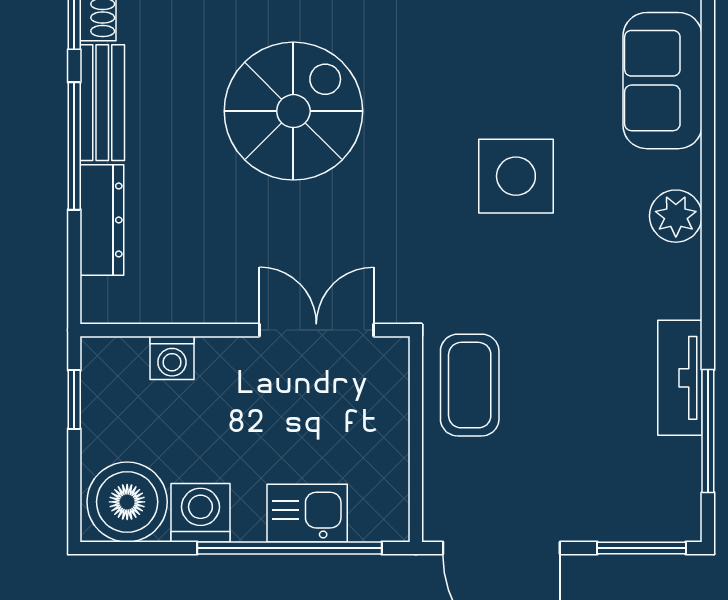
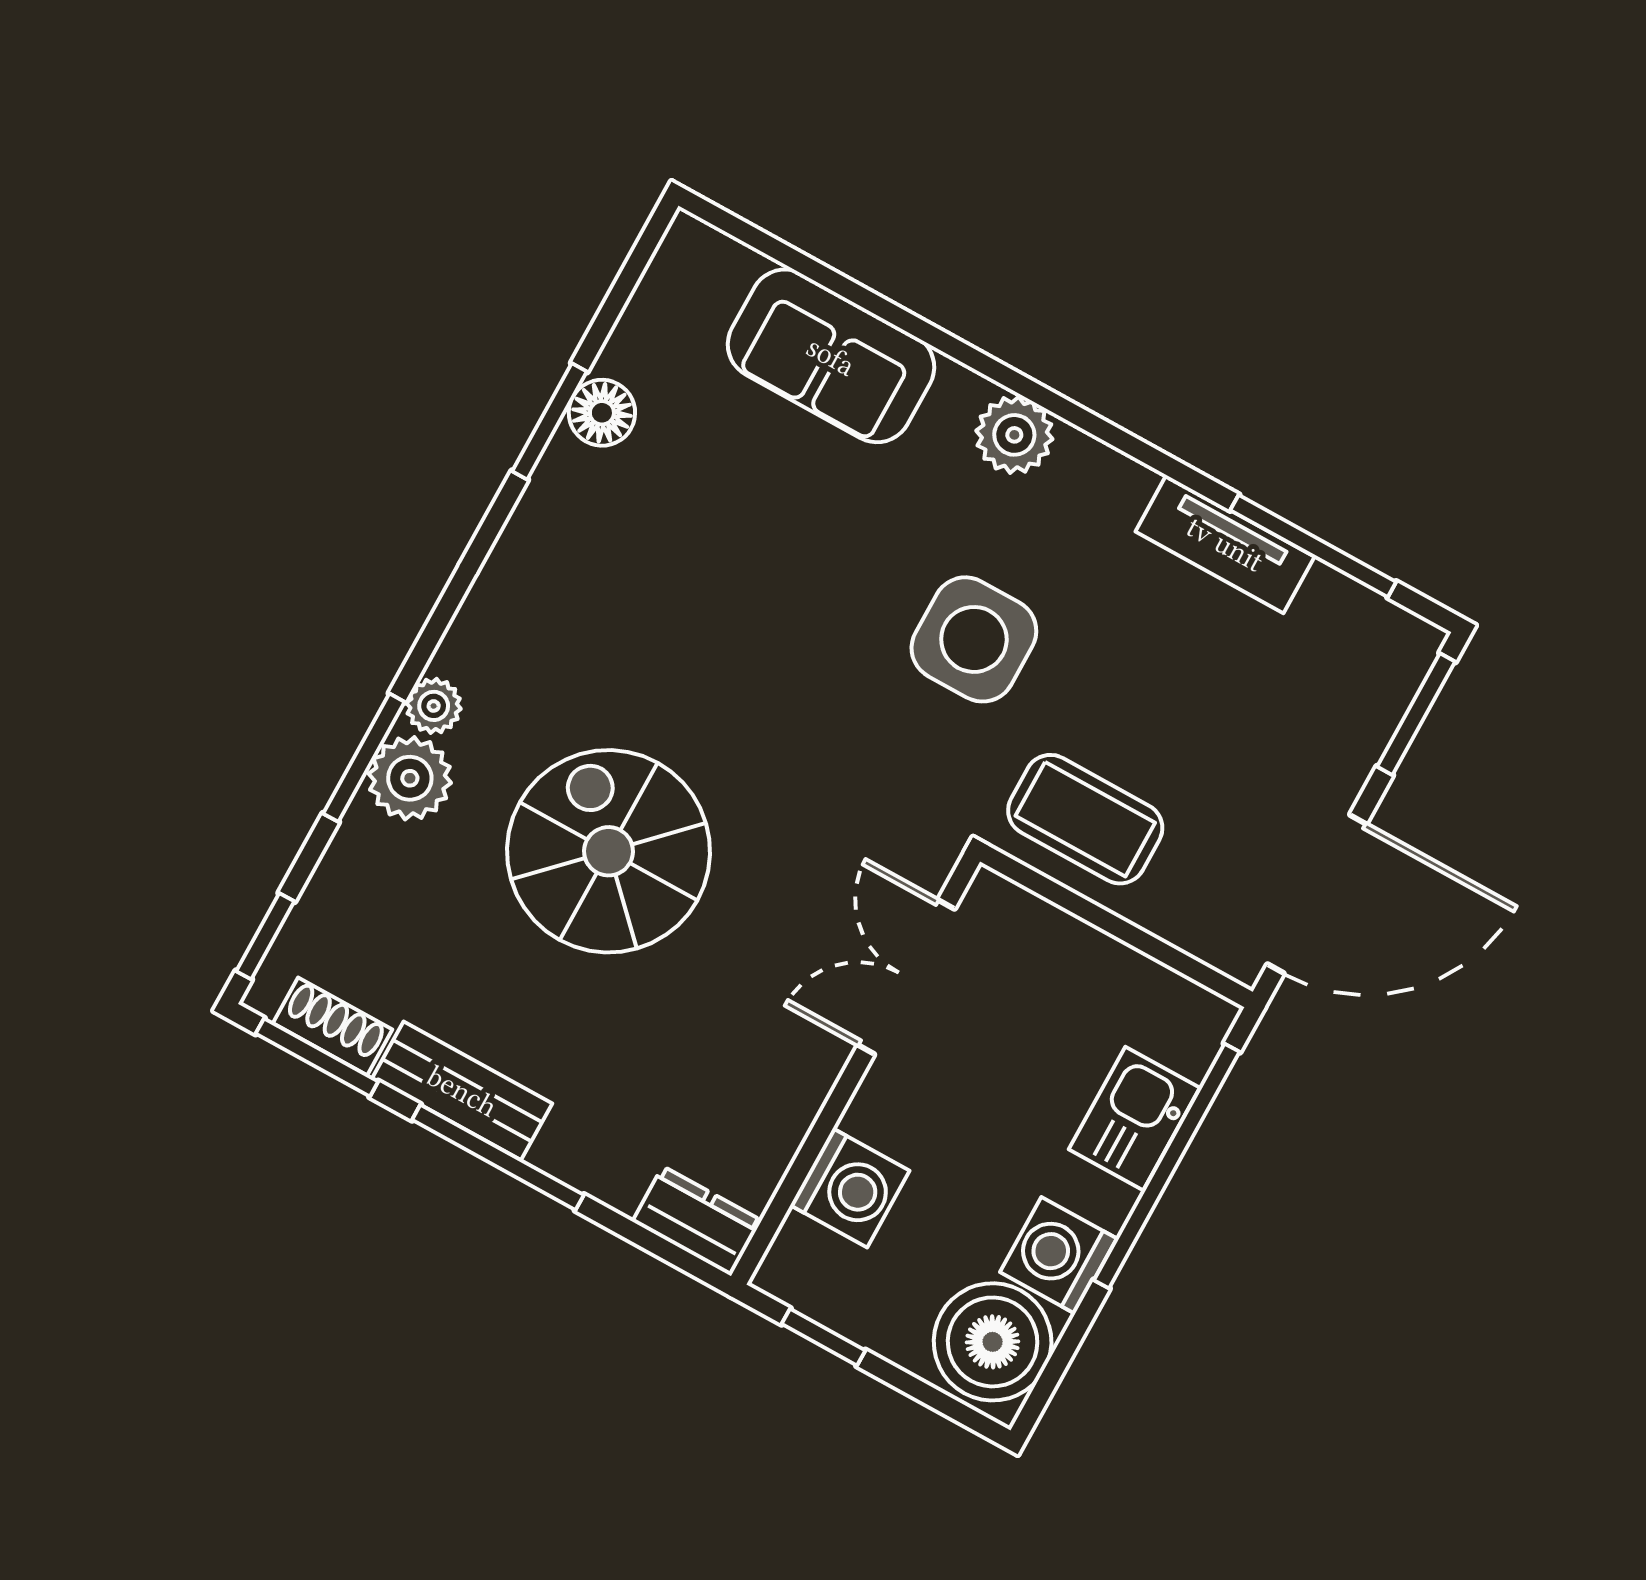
side table: (516, 176) -> (974, 639), moved
dresser: (102, 220) -> (697, 1221), moved, width x0.70
washing machine: (172, 358) -> (850, 1188), width x1.38, depth x1.38

